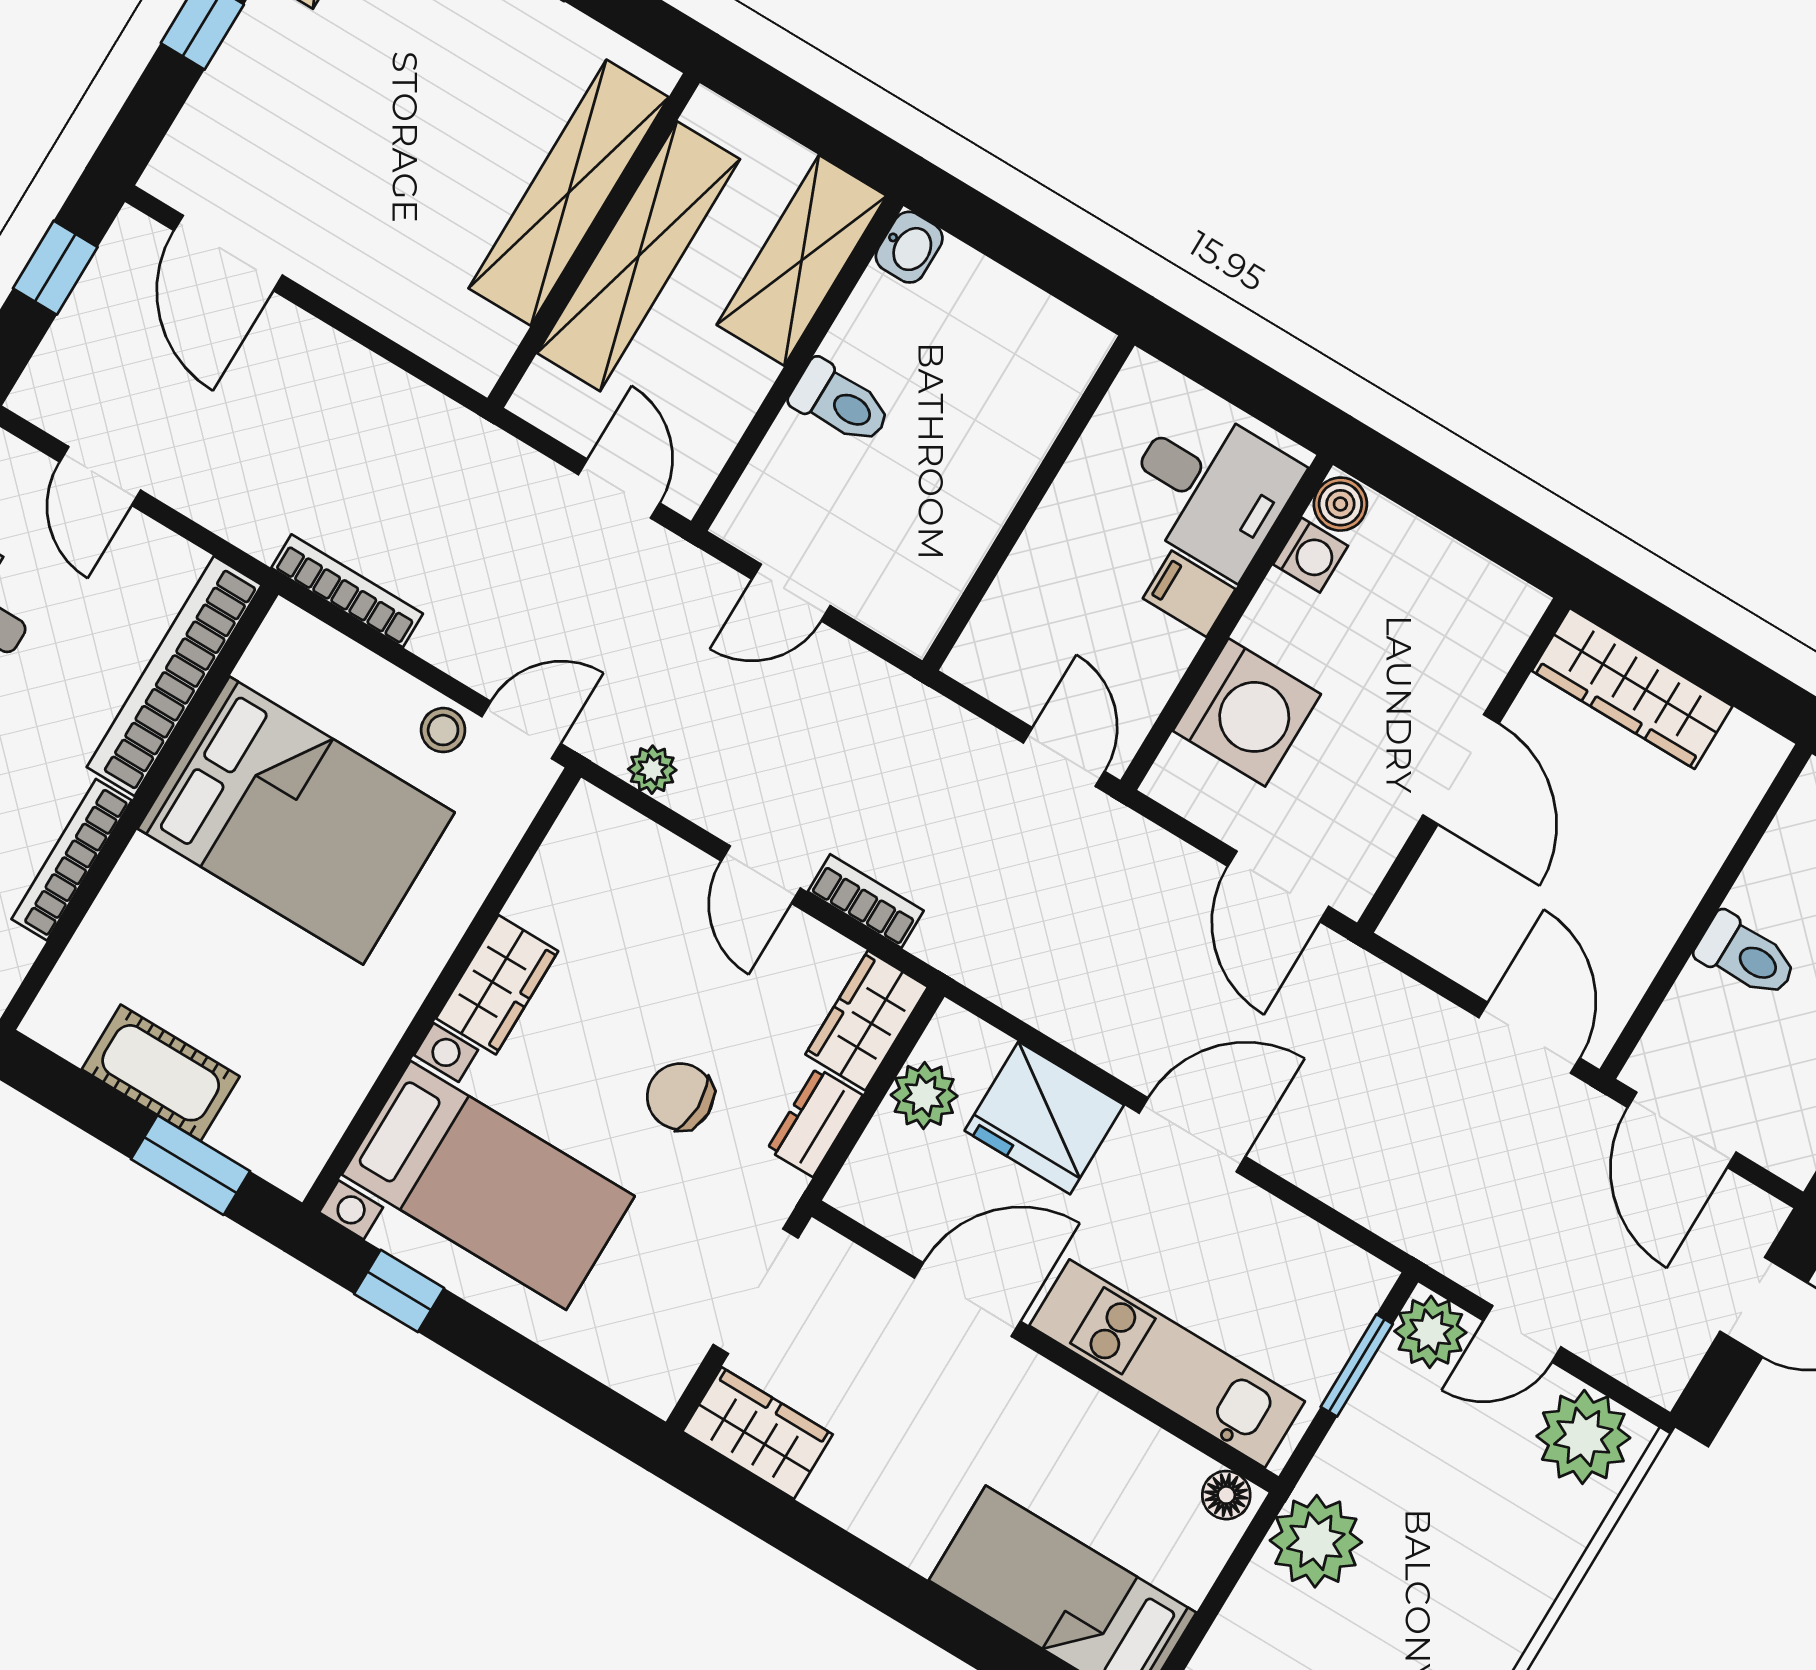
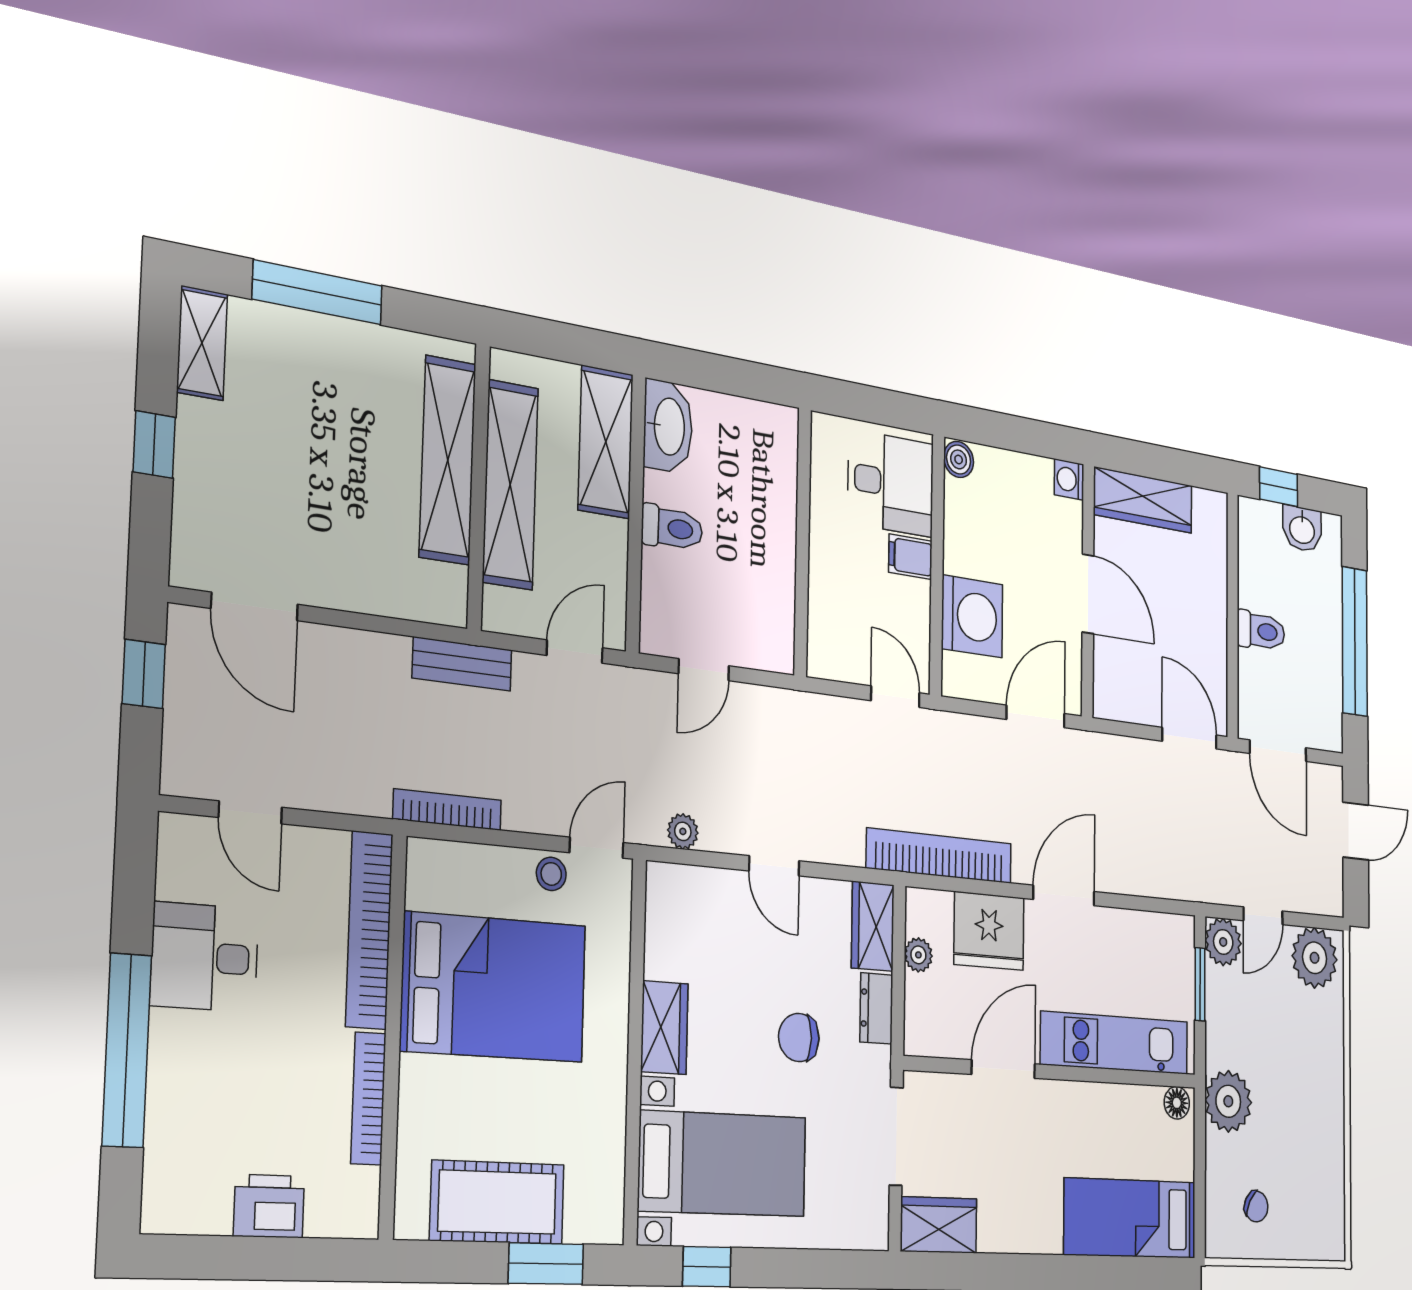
washbasin: (909, 247) -> (668, 426), width x1.91, depth x1.45
bench: (458, 435) -> (462, 664), added
door: (619, 489) -> (575, 652), hinge flipped
washing machine: (1311, 555) -> (1069, 479), moved, turned 180
door: (1278, 886) -> (1036, 716), swing flipped
bookcase: (866, 901) -> (939, 856), moved, width x2.31, depth x1.31
cot: (161, 1073) -> (497, 1202), width x1.37, depth x1.34
plant: (924, 1095) -> (918, 955), width x0.73, depth x0.73

